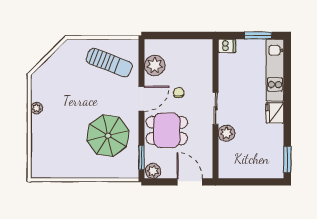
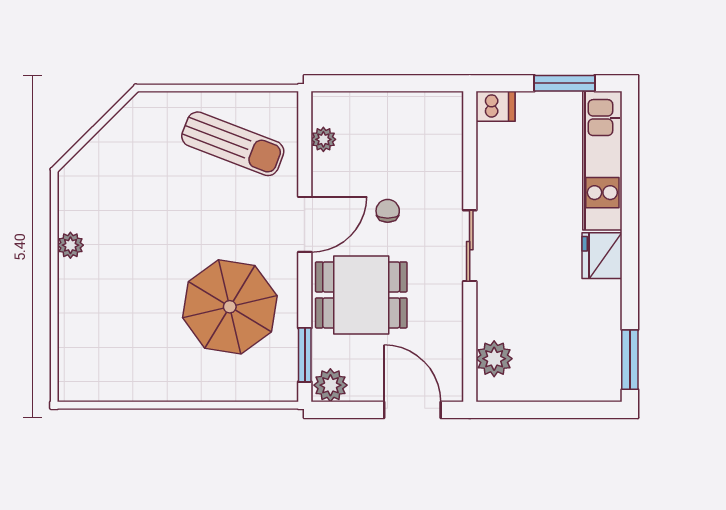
plant: (155, 65) -> (323, 139), width x0.53, depth x0.53
plant: (226, 133) -> (494, 359), moved

